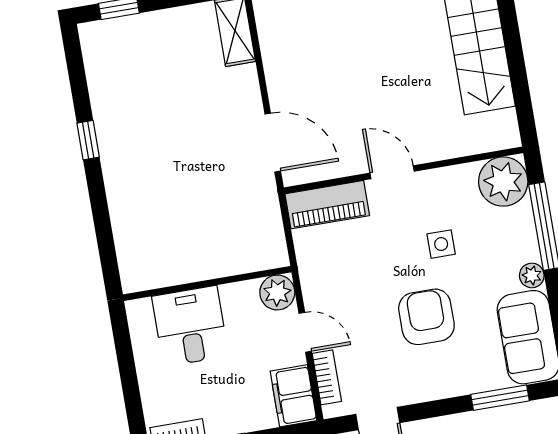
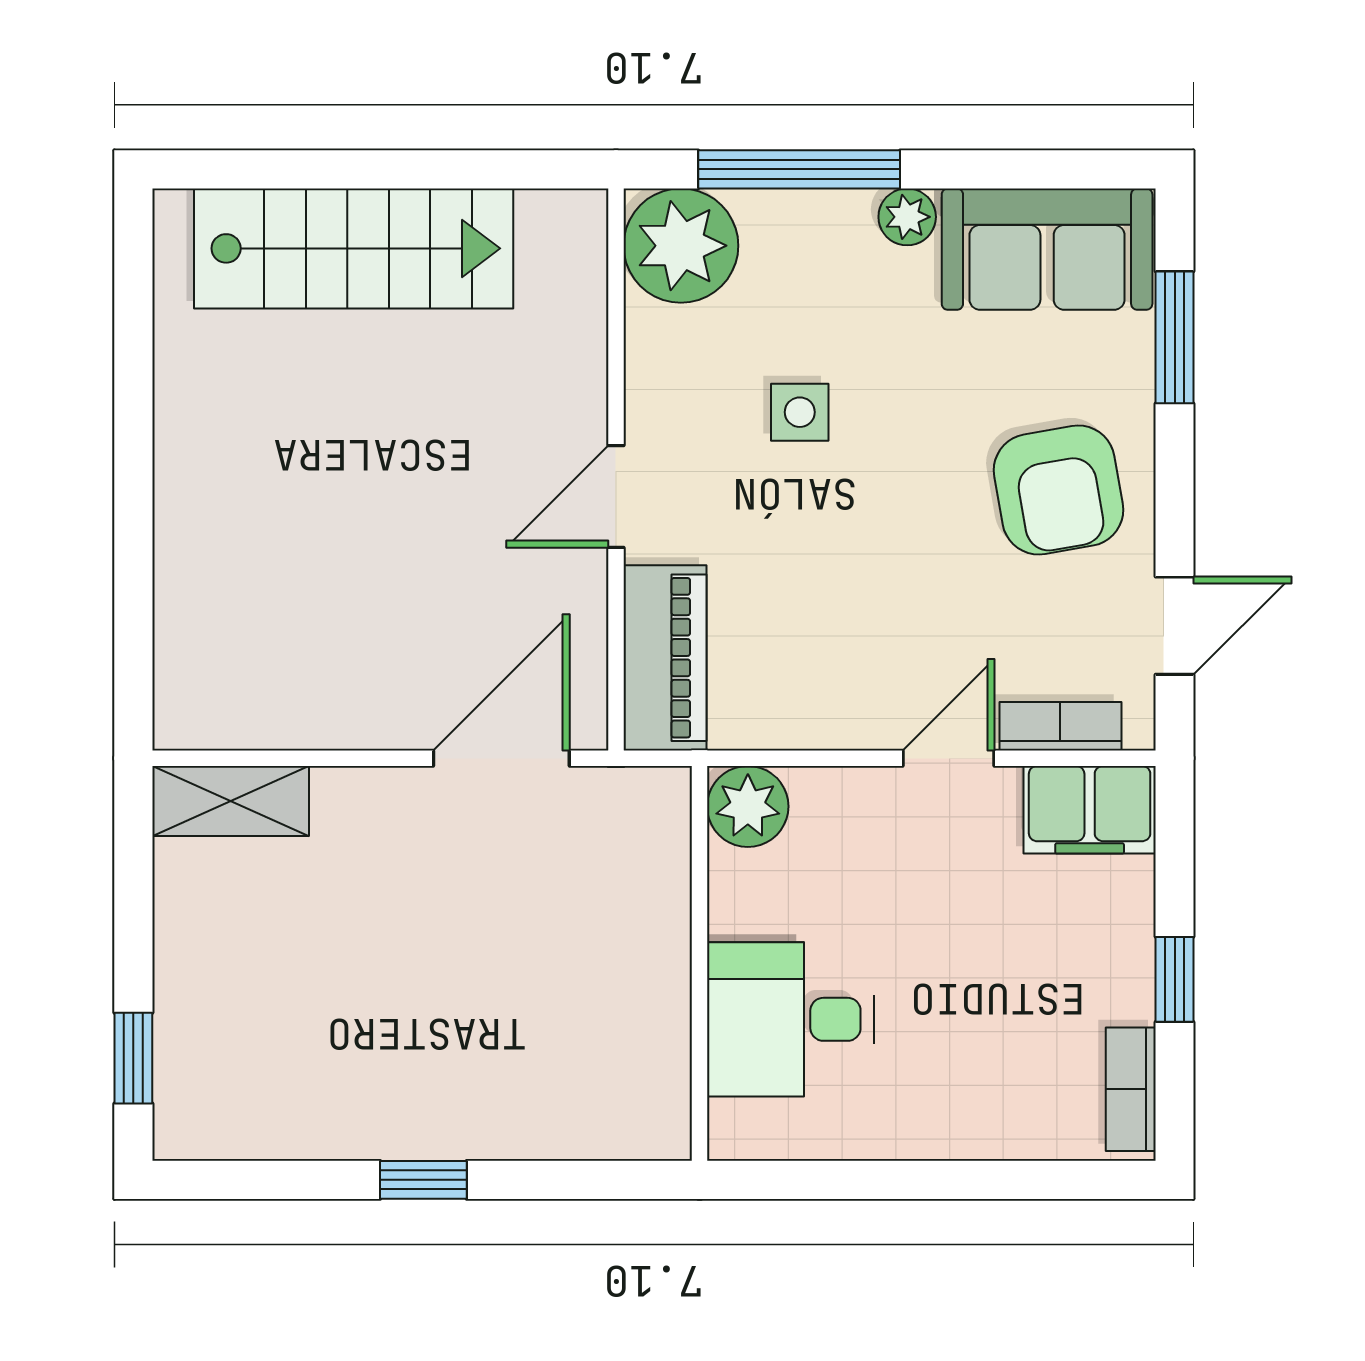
wall: (207, 283) -> (700, 963), moved
plant: (277, 293) -> (748, 806), moved
armchair: (426, 317) -> (1058, 490), moved, turned -100
desk: (190, 326) -> (790, 1019), moved

